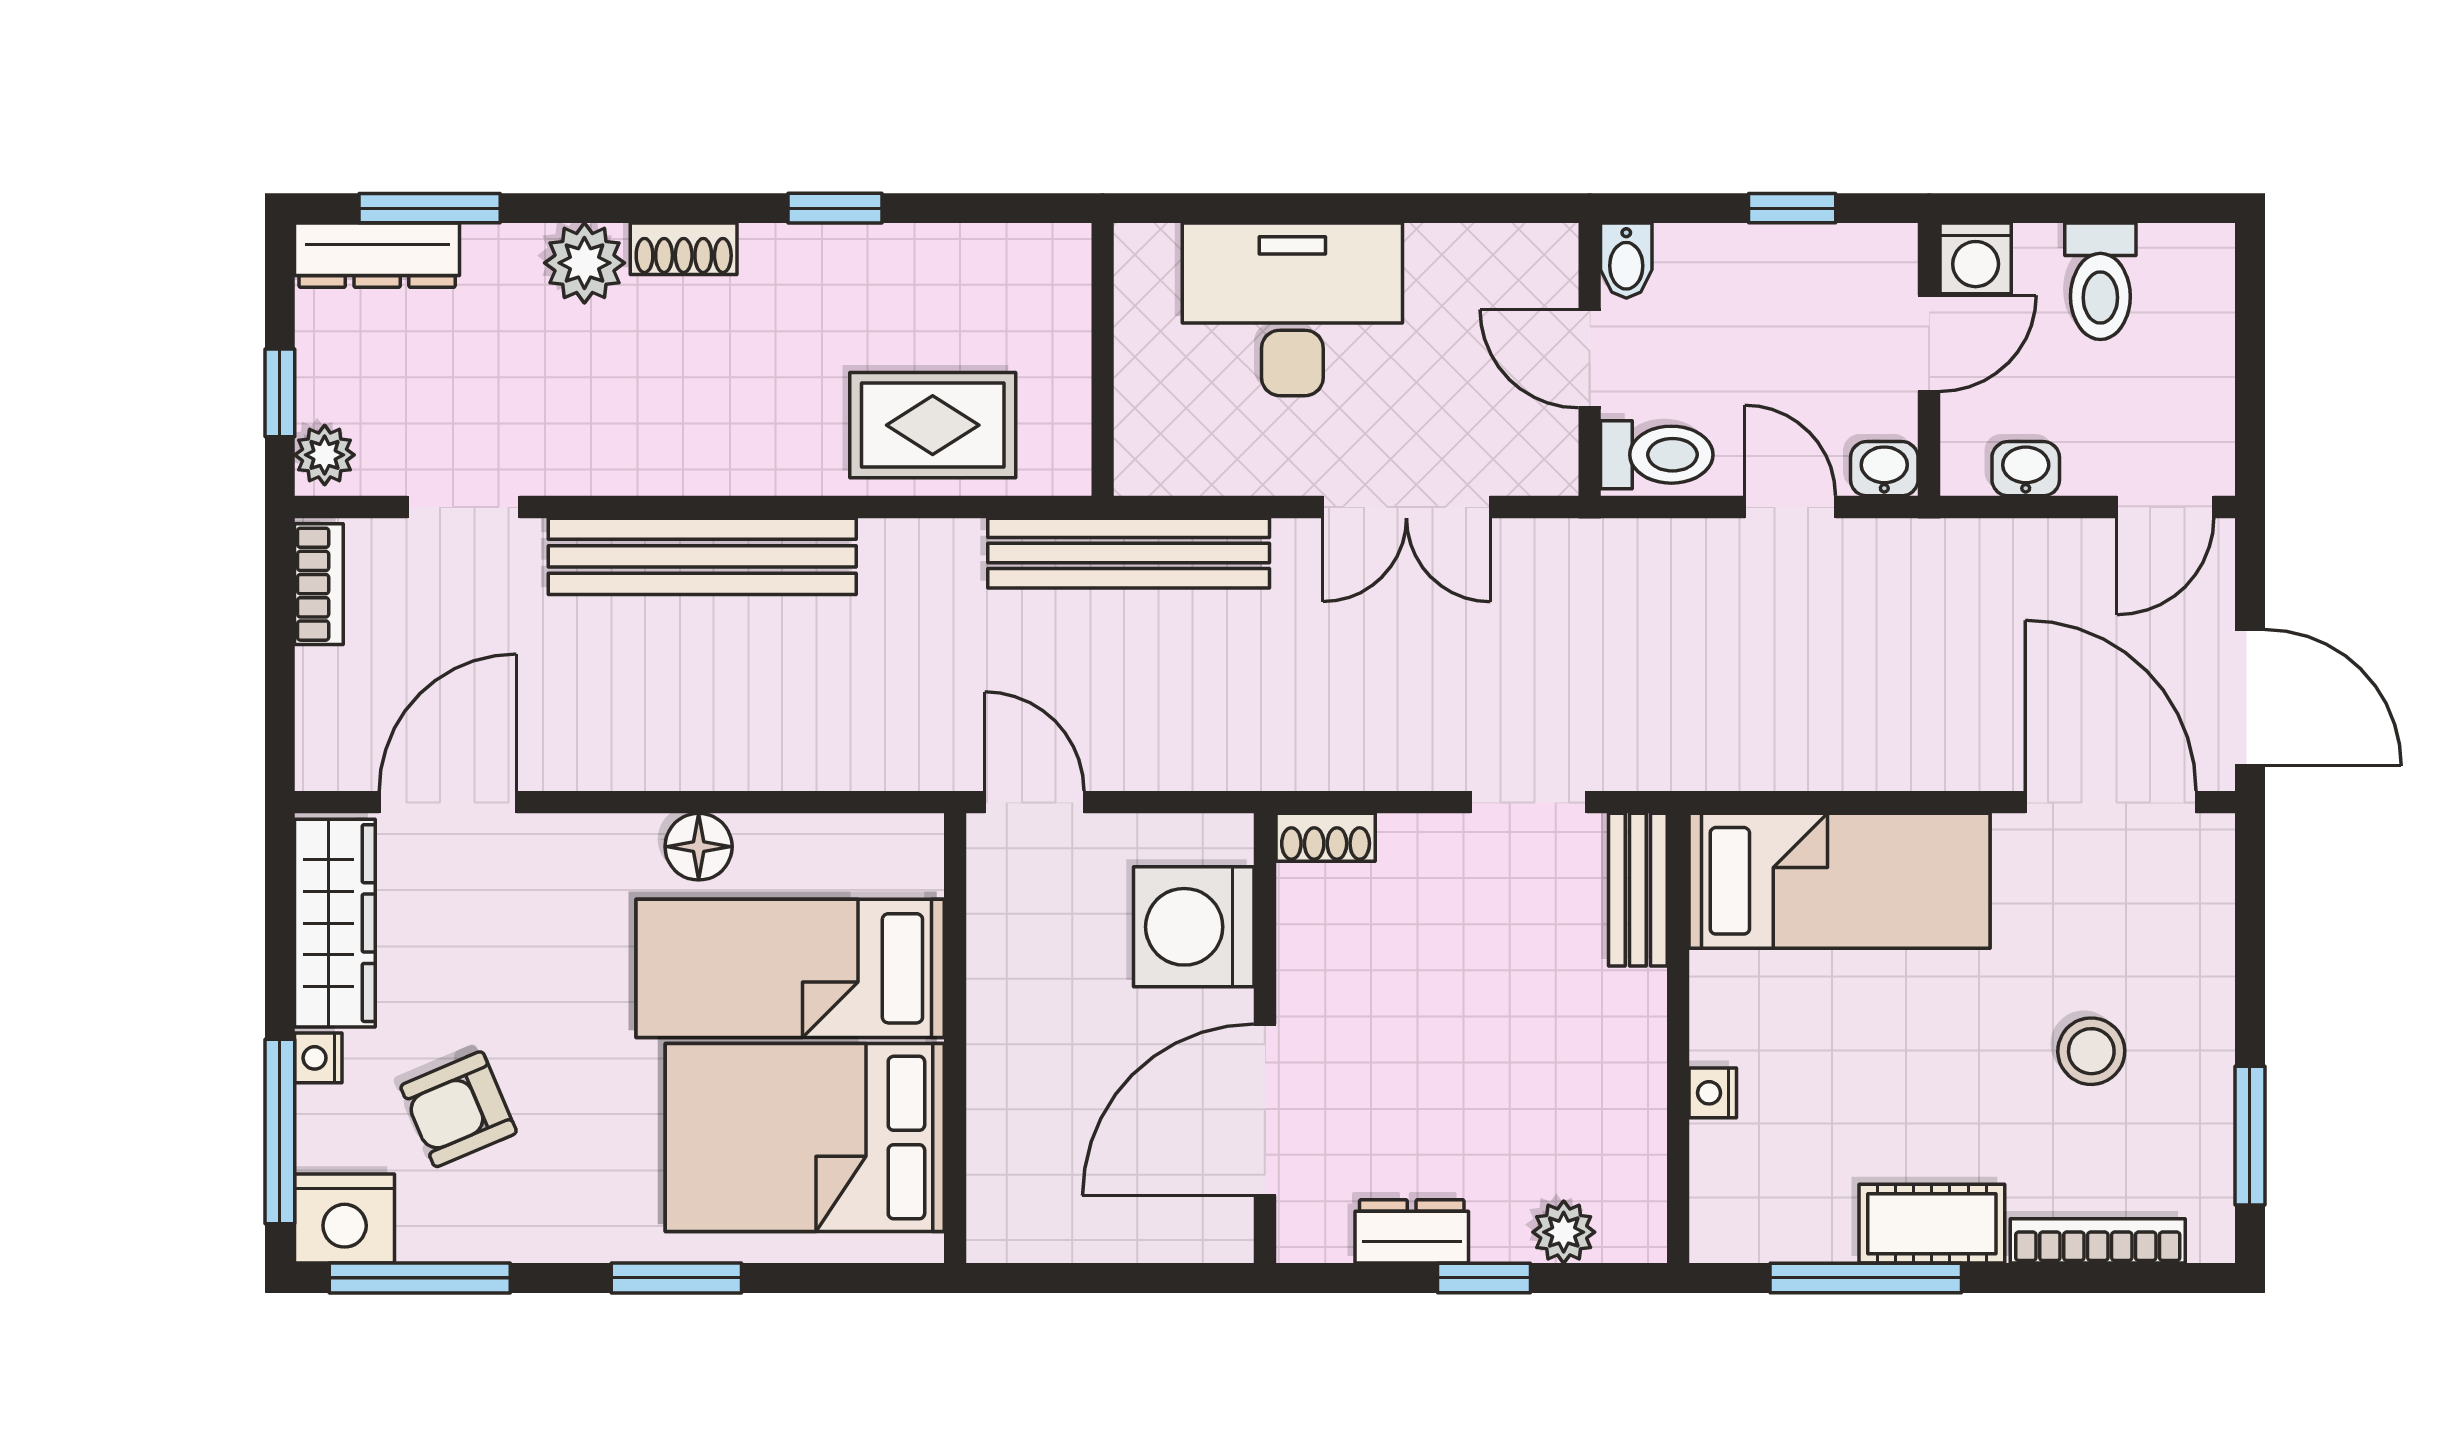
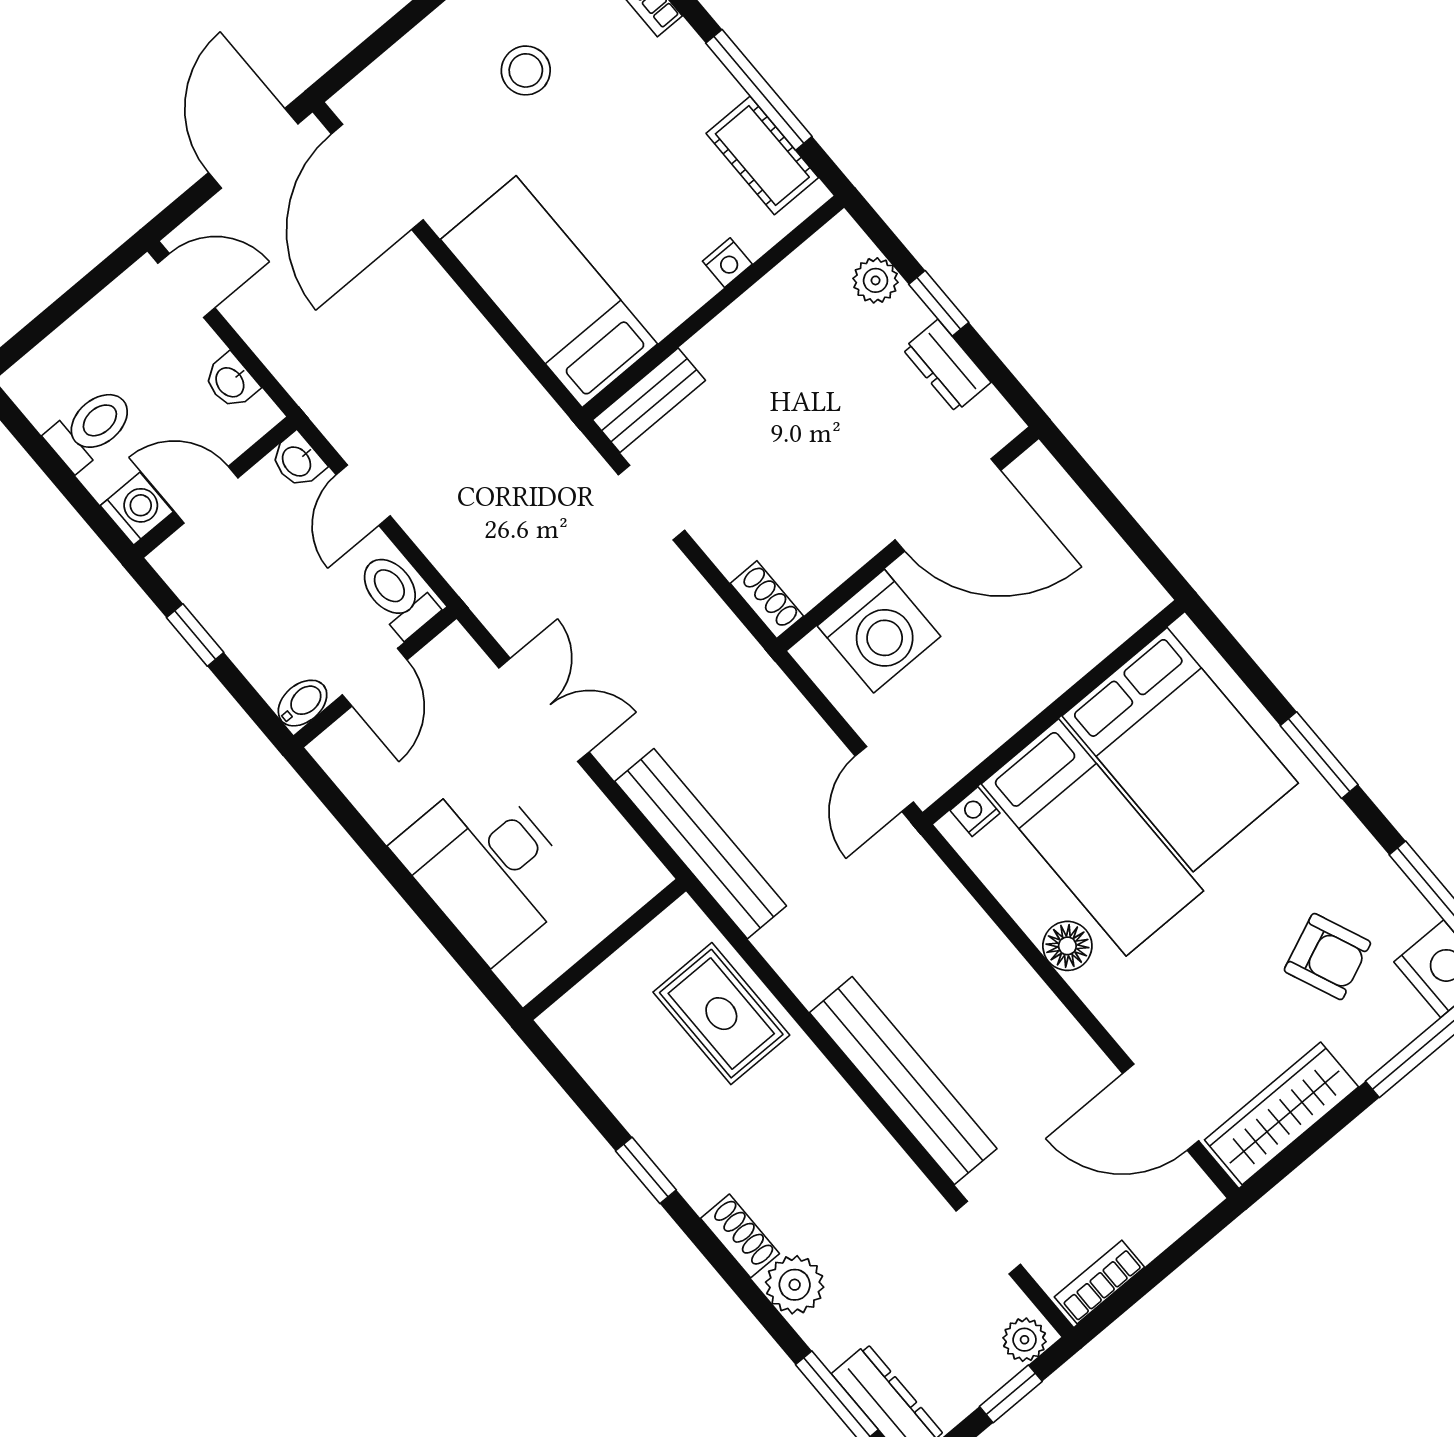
nightstand: (318, 1058) -> (975, 812), moved, turned 180
cot: (1932, 1224) -> (762, 155), moved

